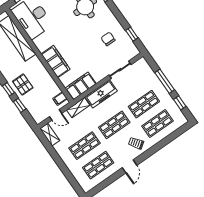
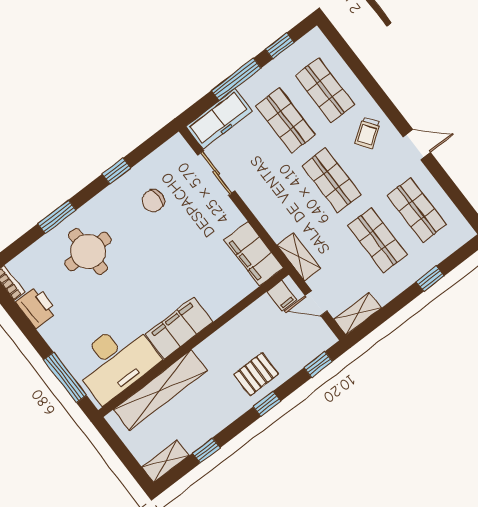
window: (132, 34) -> (117, 171), moved
filing cabinet: (56, 62) -> (179, 328), moved
freezer: (101, 94) -> (219, 119), moved, turned 90
window: (20, 105) -> (318, 365), moved
door: (56, 115) -> (316, 303), swing flipped
window: (65, 170) -> (430, 279), added

